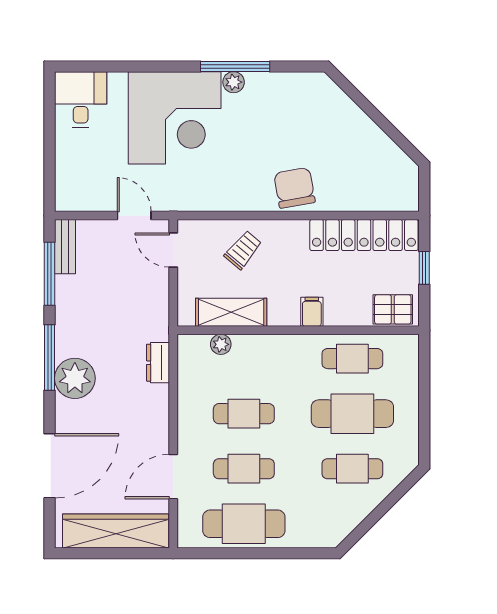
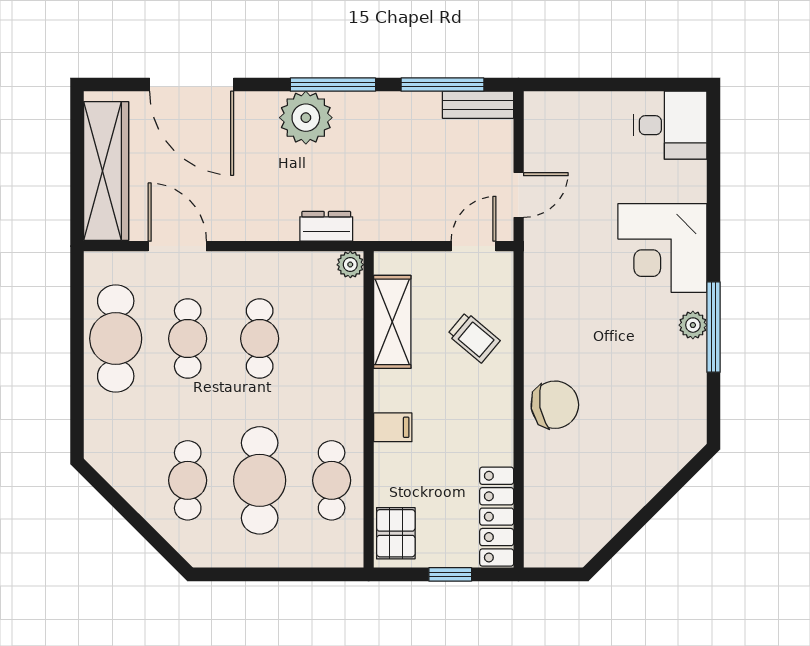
corner desk: (175, 118) -> (662, 248), width x0.74, depth x0.74
locker: (364, 235) -> (497, 517), width x0.71, depth x0.83
plant: (221, 344) -> (350, 265), moved

